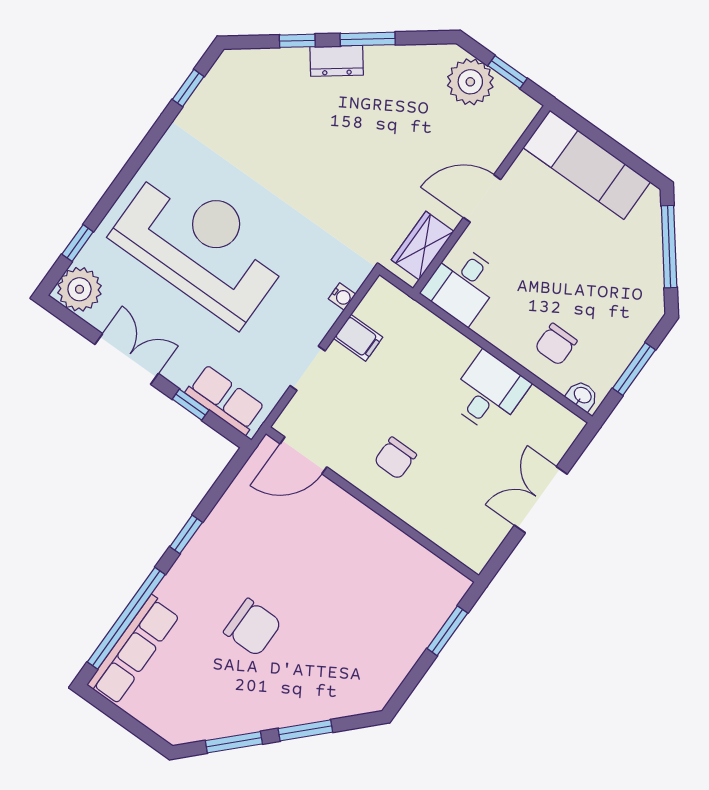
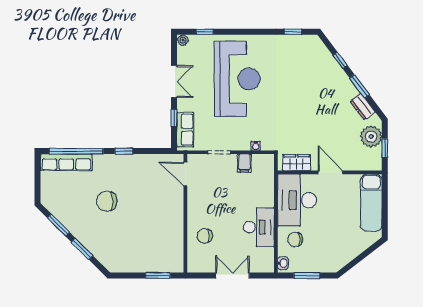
dresser: (337, 61) -> (363, 107), moved
window: (669, 247) -> (362, 256), removed
desk: (462, 284) -> (297, 200), width x1.87, depth x1.30
plant: (79, 289) -> (183, 40), width x0.53, depth x0.53
desk: (489, 393) -> (259, 227), width x1.37
chair: (395, 458) -> (205, 236), moved
chair: (253, 627) -> (107, 201), turned 90

